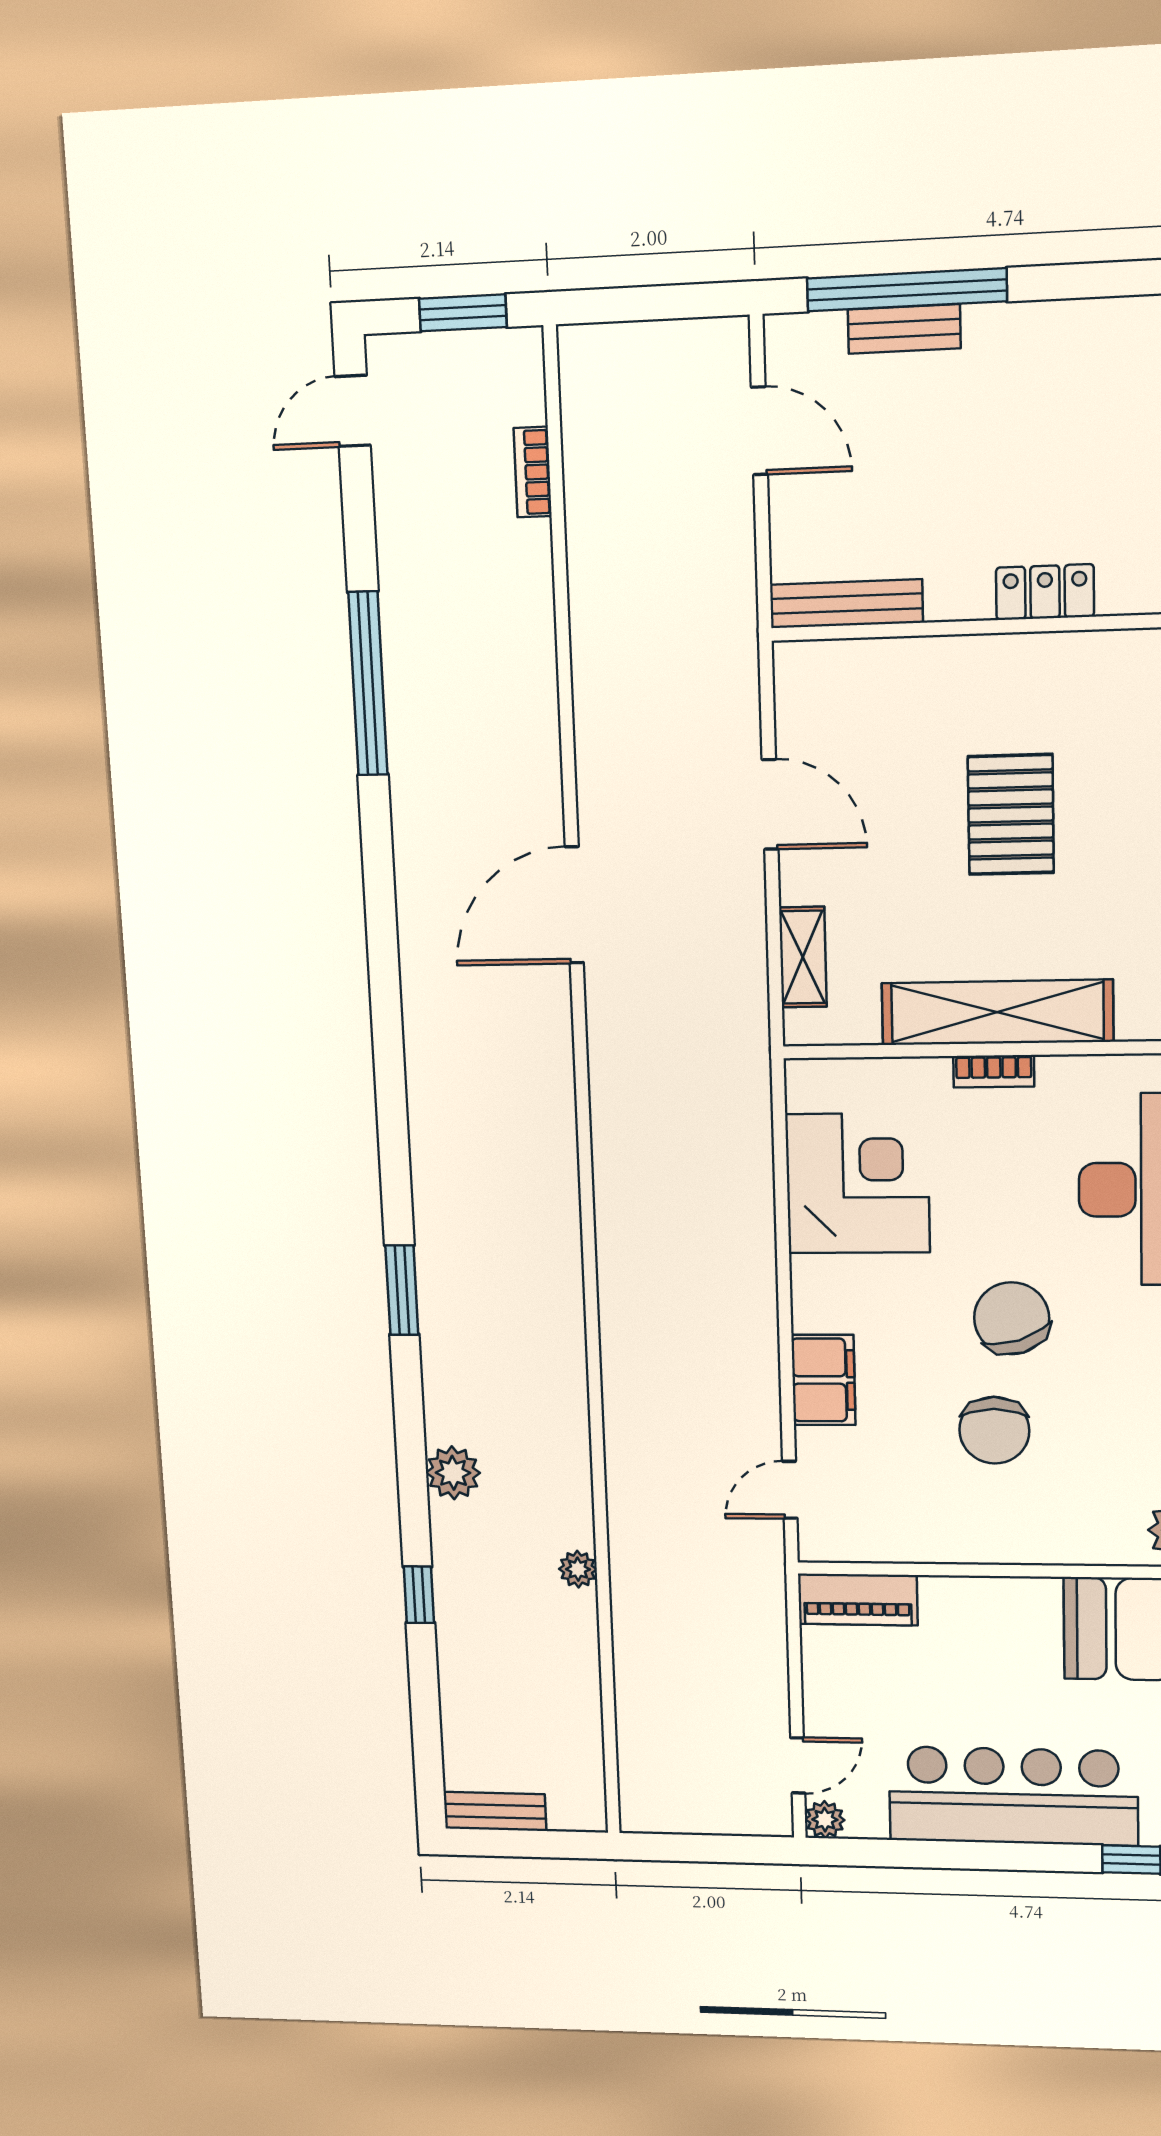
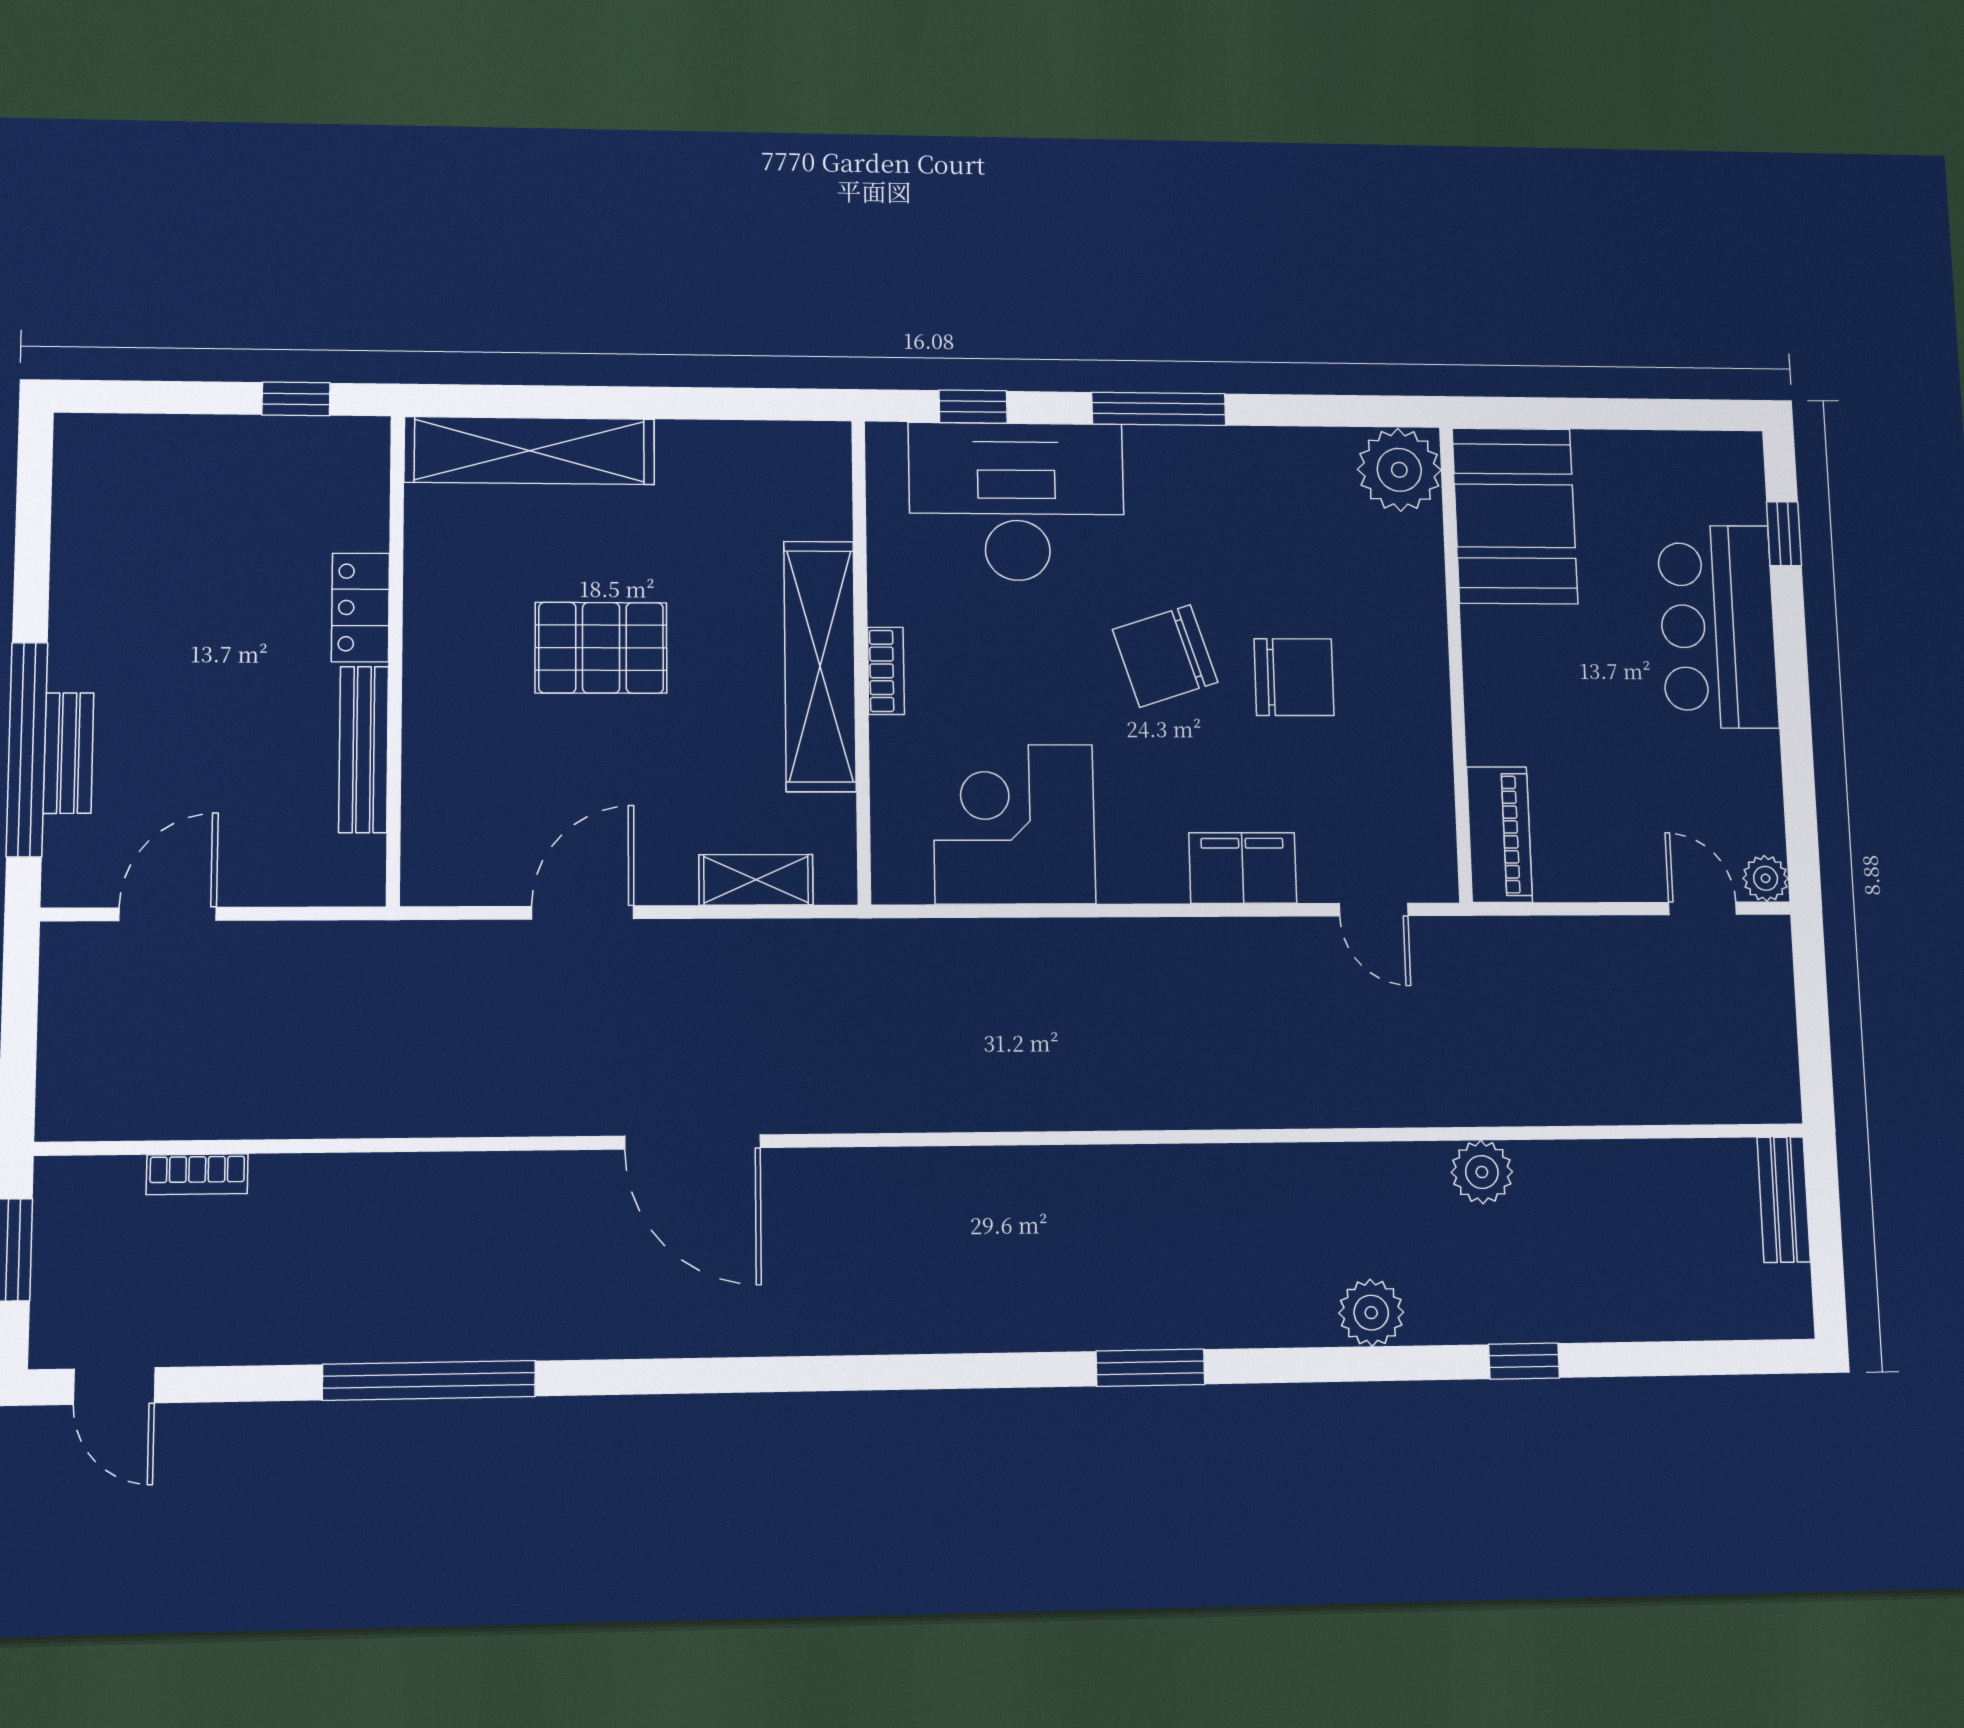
bench: (846, 604) -> (364, 749), moved
plant: (578, 1569) -> (1482, 1172), width x1.38, depth x1.38
bar counter: (1013, 1796) -> (1718, 626), width x0.73
bench: (495, 1811) -> (1784, 1200), moved

